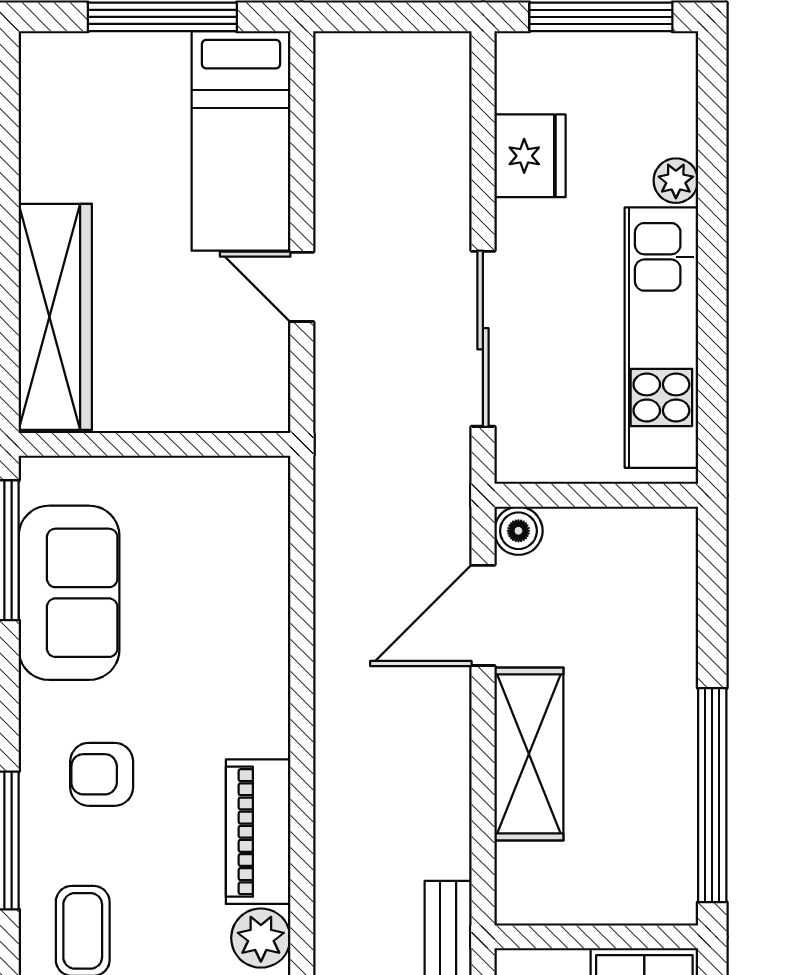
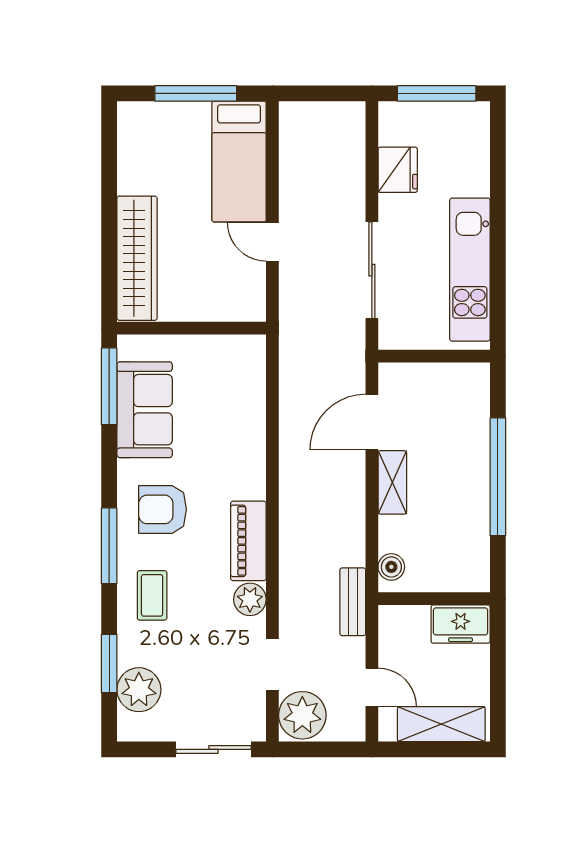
plant: (676, 181) -> (478, 183), removed
boiler: (518, 531) -> (391, 567), moved
shelving: (529, 754) -> (392, 482), width x0.67, depth x0.75
armchair: (102, 774) -> (162, 509), width x1.38, depth x1.38
window: (712, 795) -> (498, 477), moved

